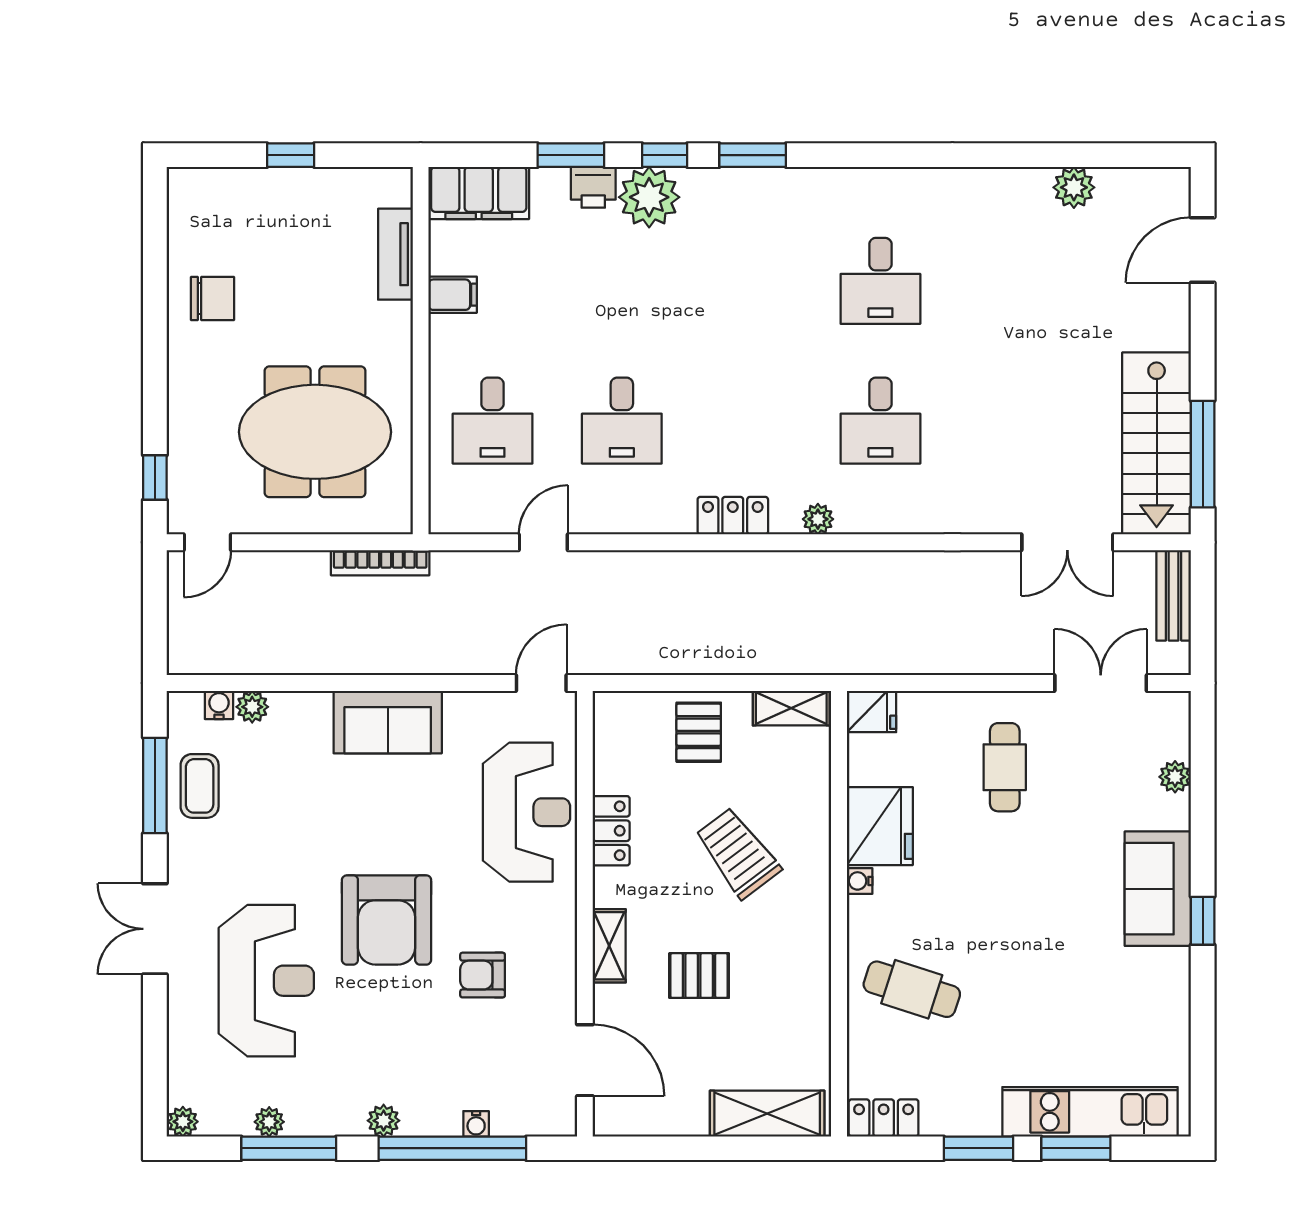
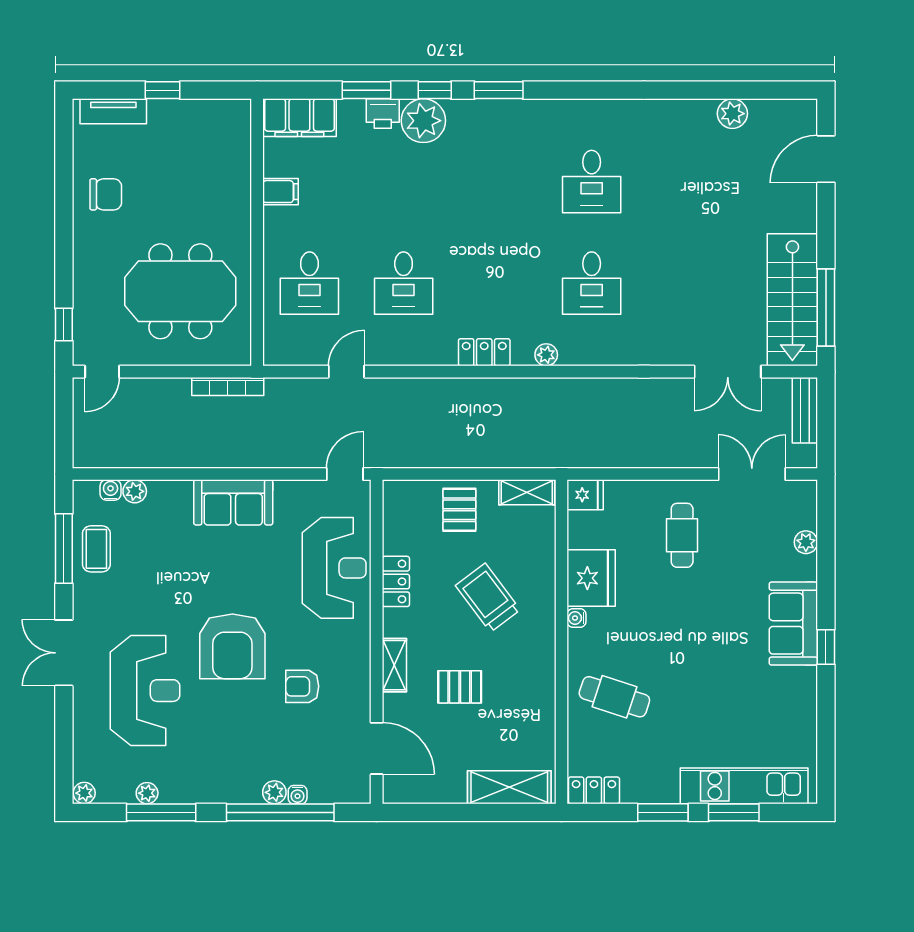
tv unit: (395, 254) -> (113, 111), moved, turned -90
plant: (384, 1121) -> (274, 792), moved

